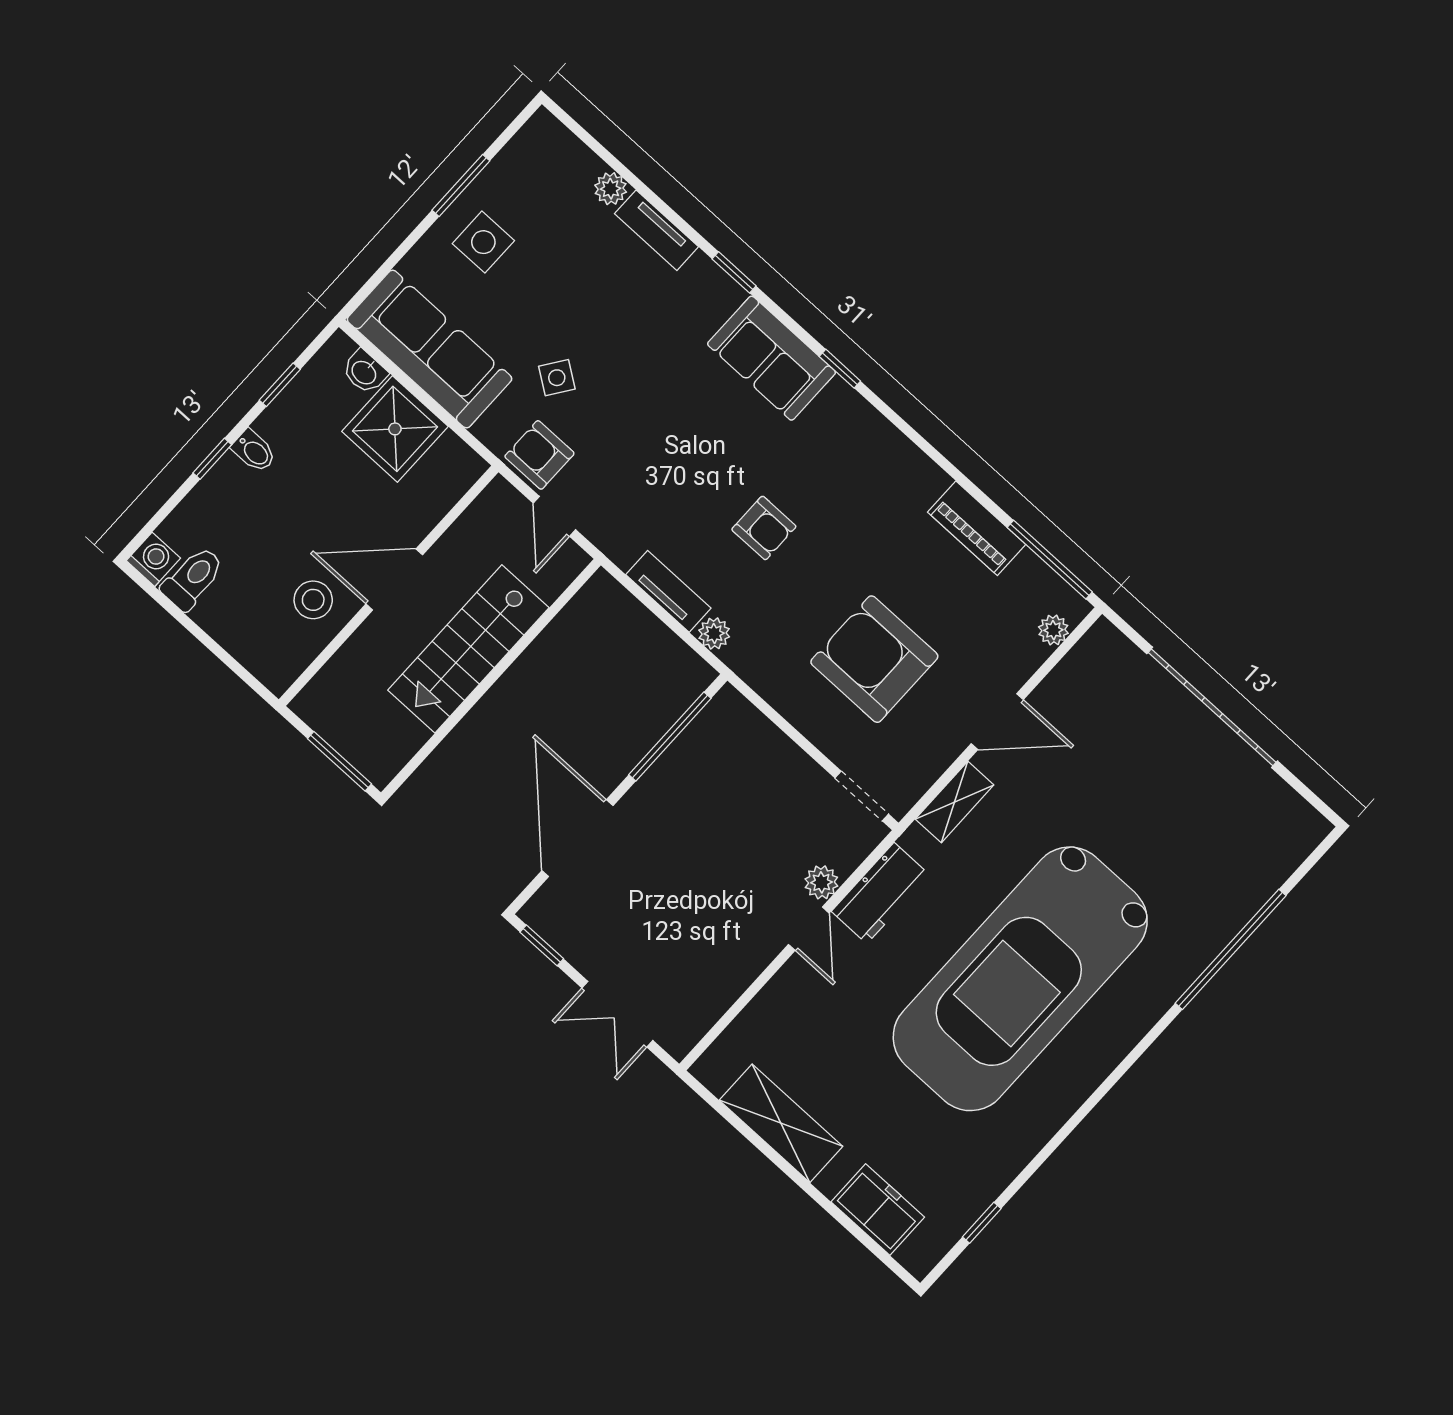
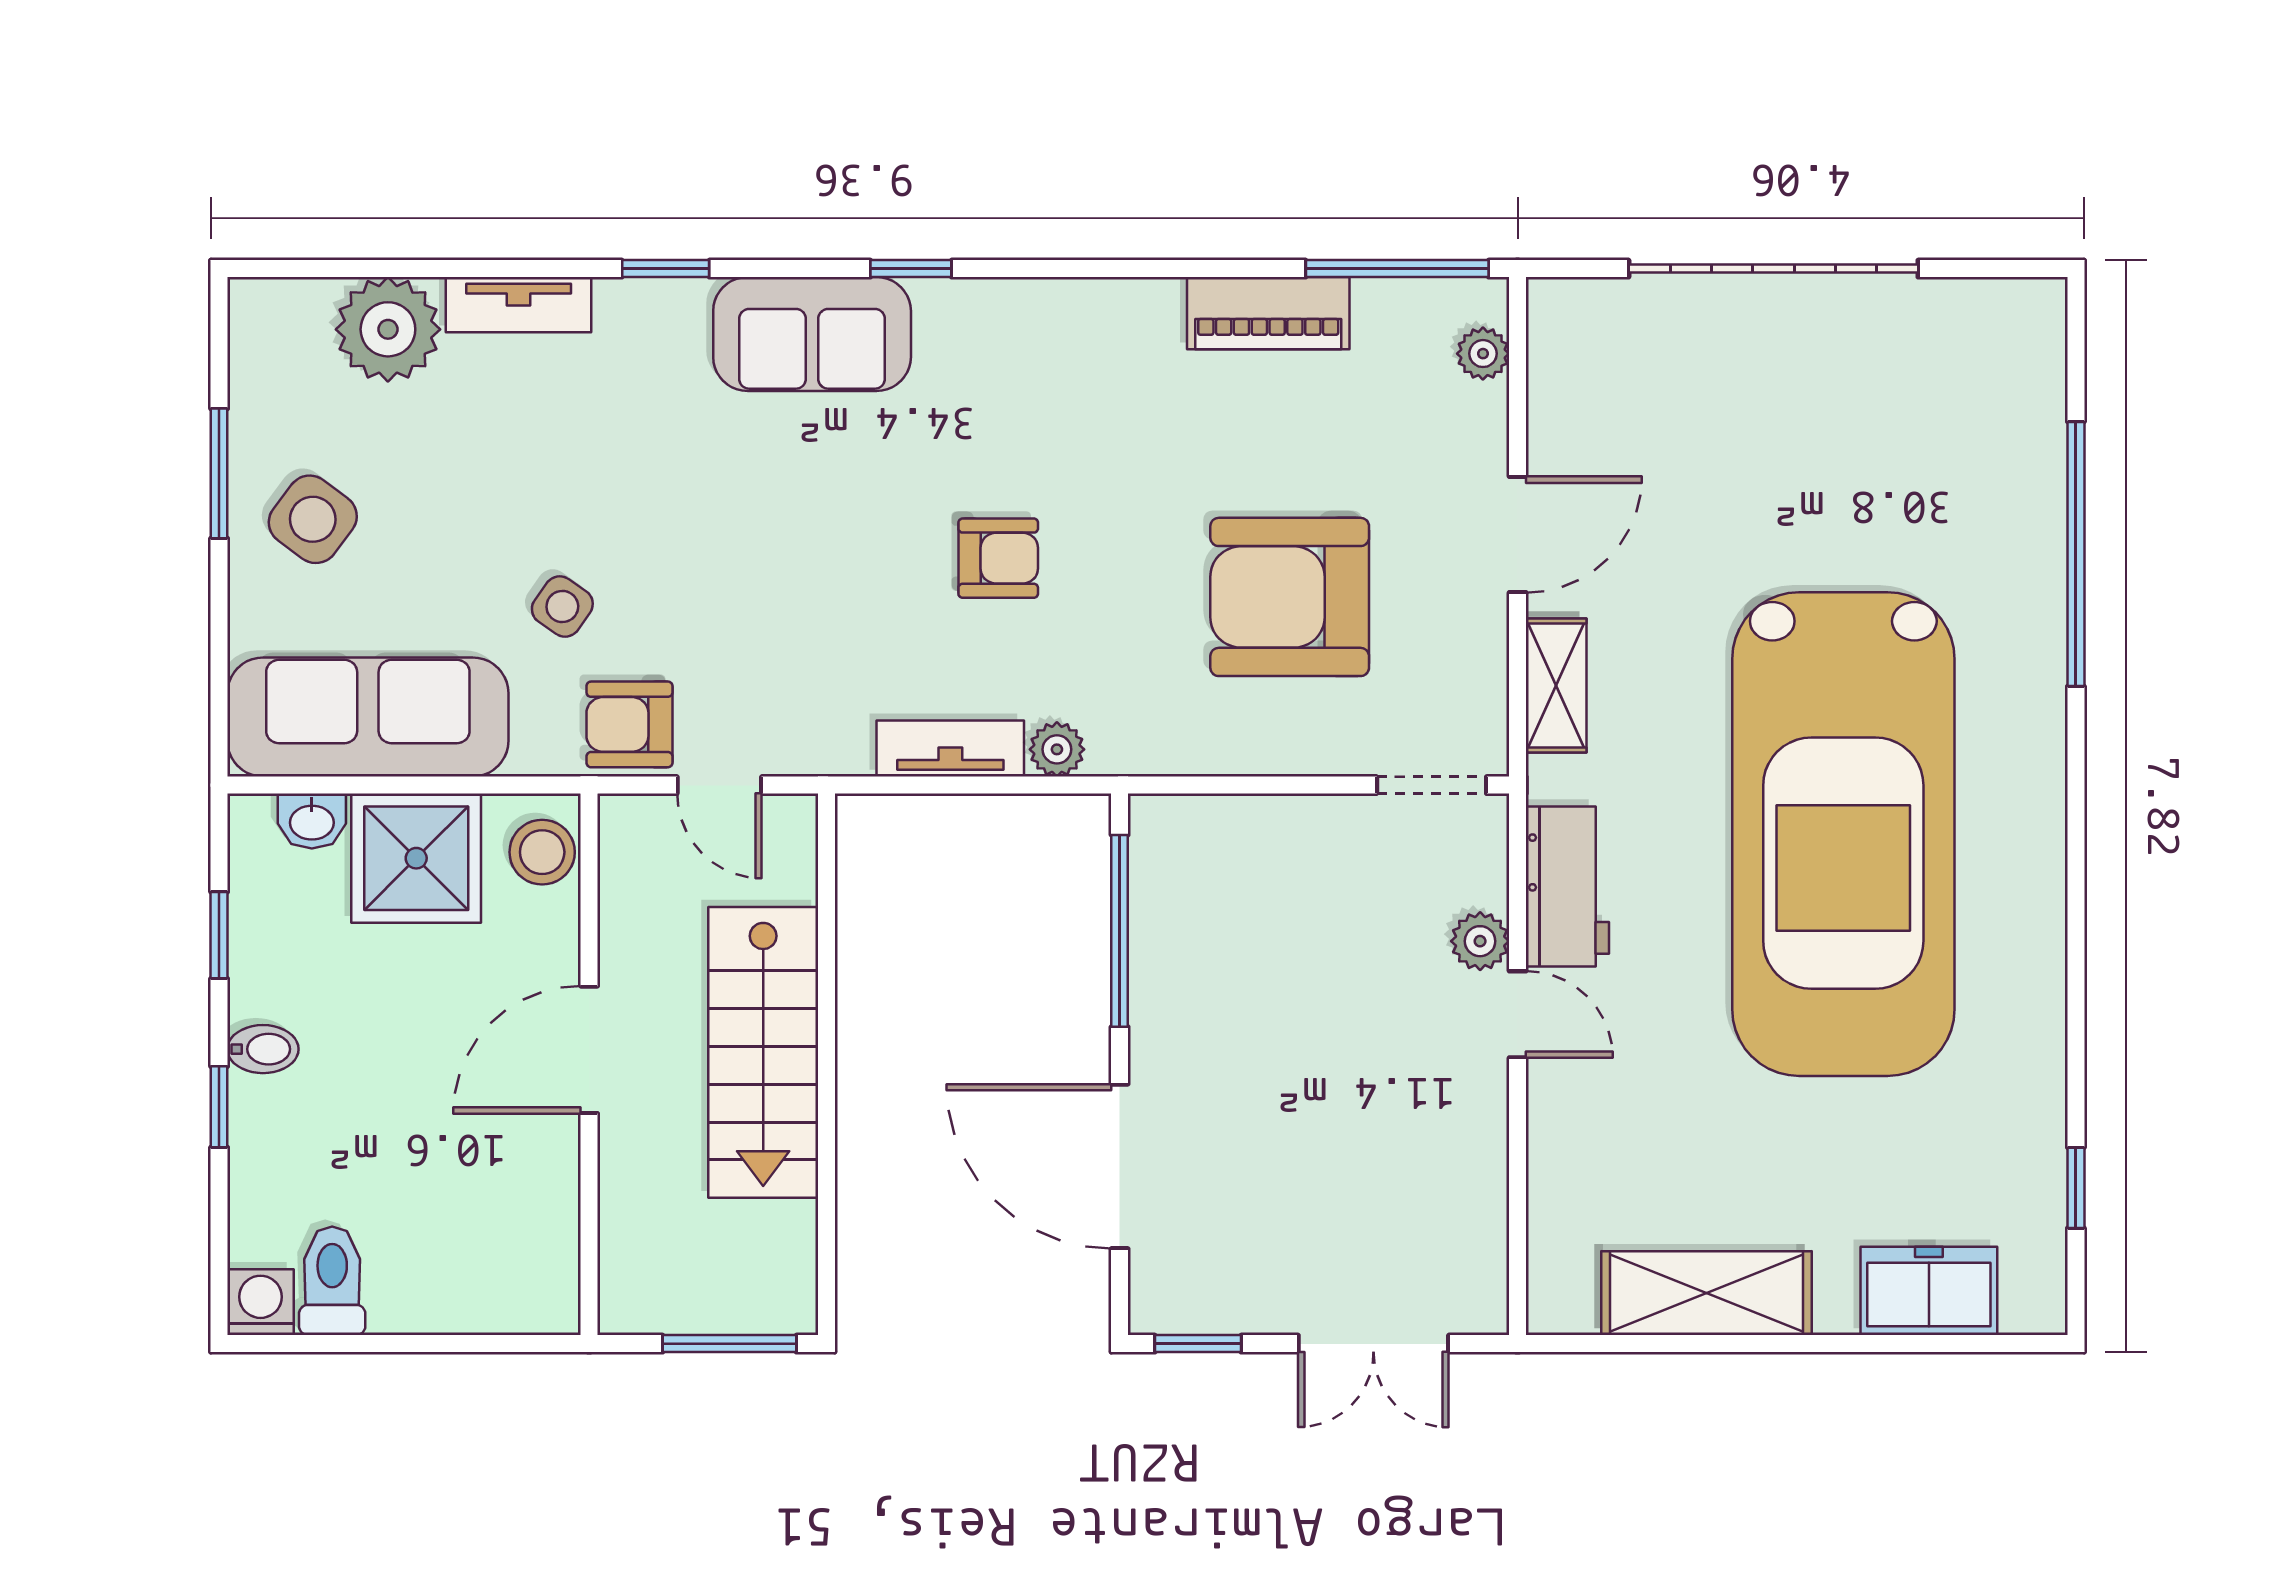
plant: (611, 189) -> (388, 329), width x1.87, depth x1.87
side table: (483, 242) -> (313, 519), turned 37
stool: (313, 600) -> (542, 852), moved

